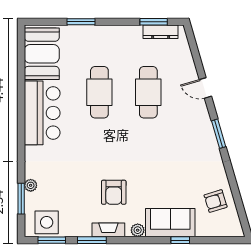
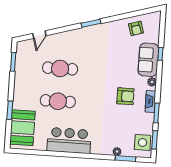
dresser: (161, 32) -> (20, 57), removed
booth: (42, 54) -> (22, 128), moved, turned 90
door: (205, 88) -> (39, 35), moved

